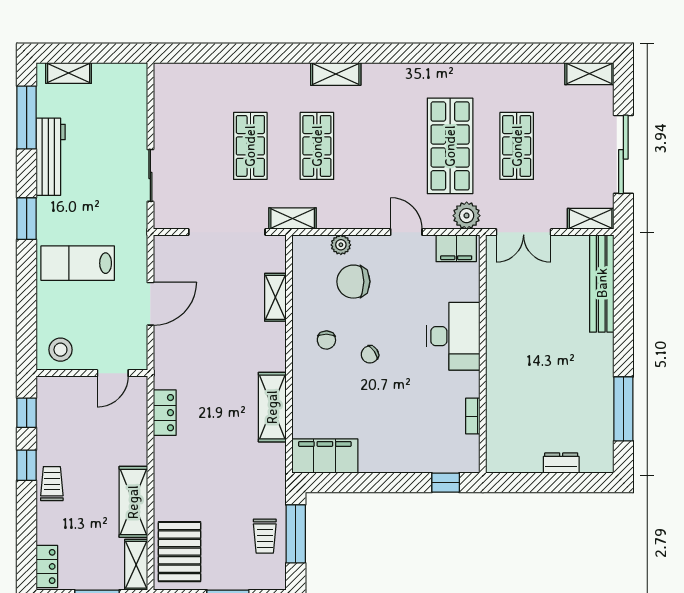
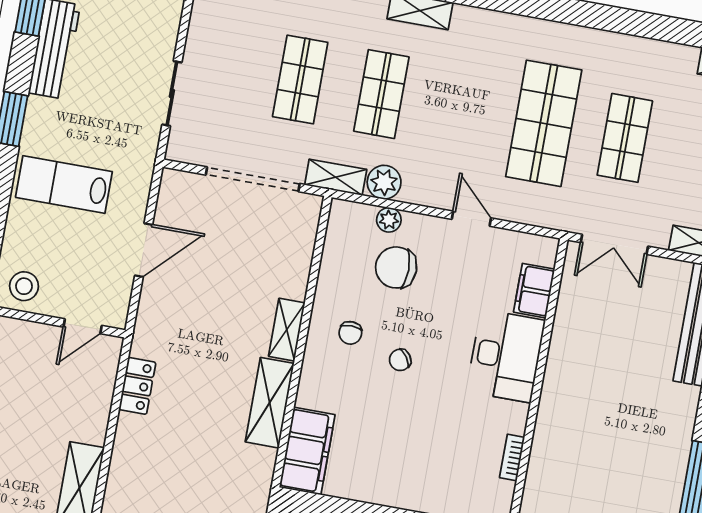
plant: (467, 216) -> (384, 182), moved
filing cabinet: (456, 248) -> (534, 291), moved, turned 90
shelving: (275, 297) -> (287, 330), moved
filing cabinet: (325, 456) -> (307, 451), moved, turned 90

